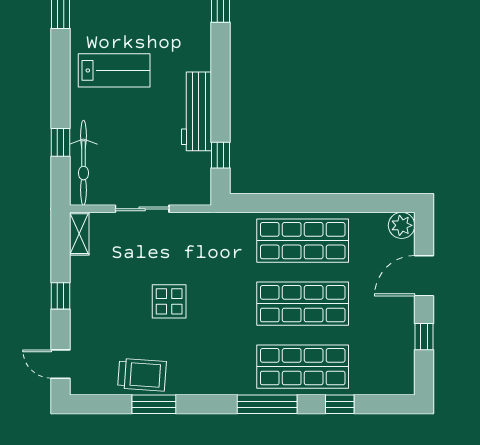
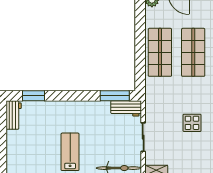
workbench: (197, 111) -> (126, 108), moved, width x0.73
window: (221, 155) -> (115, 96), width x2.17

